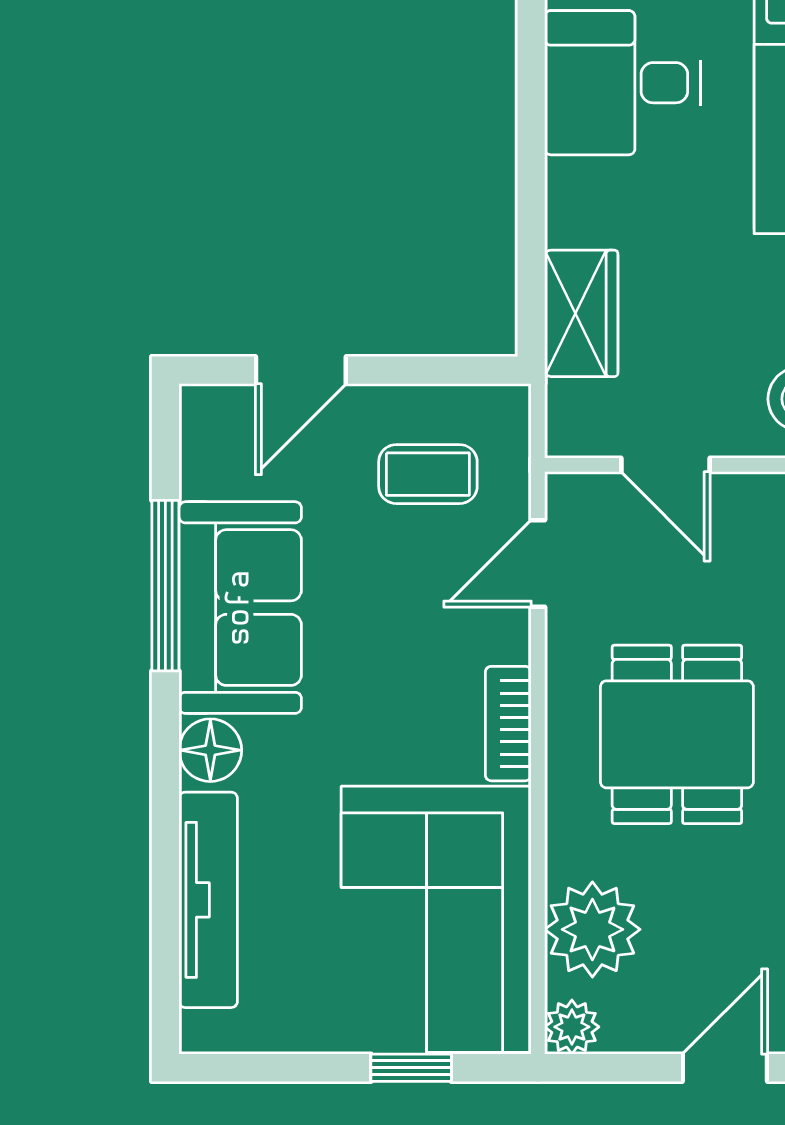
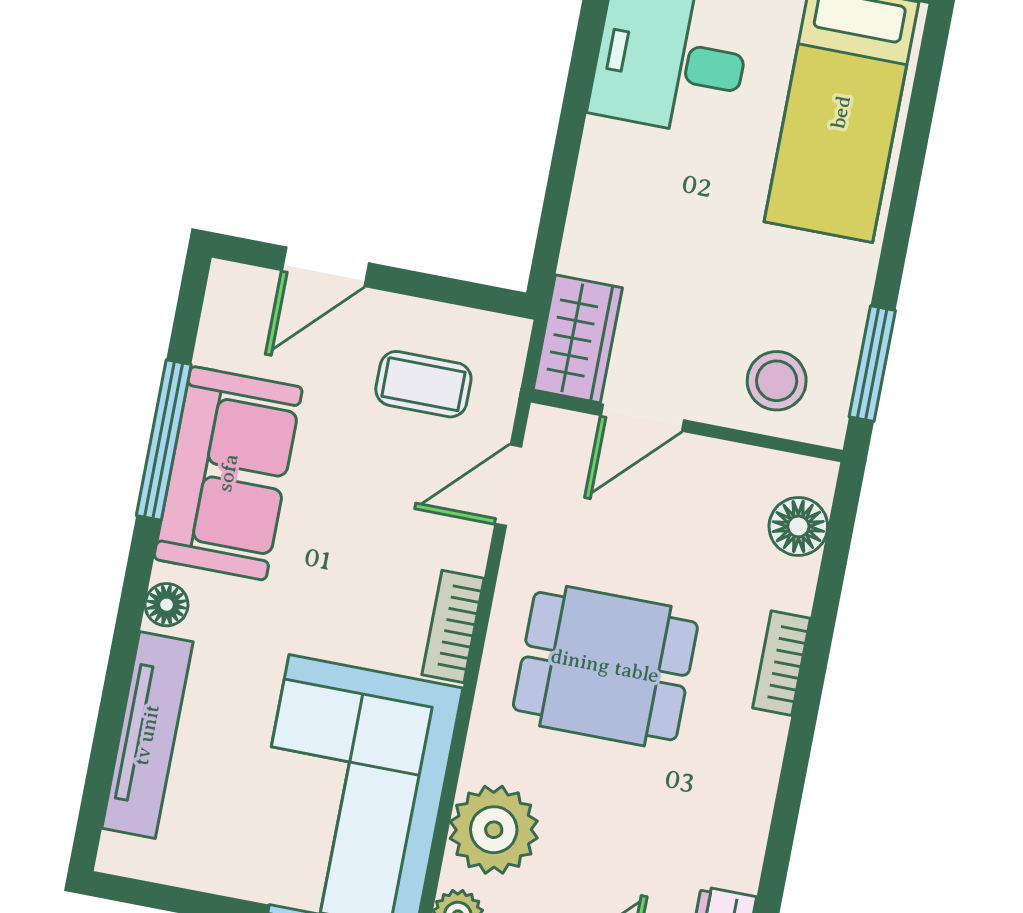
wardrobe: (581, 313) -> (578, 339), moved
door: (666, 465) -> (642, 418), hinge flipped
dining table: (677, 734) -> (605, 666), turned 90
floor lamp: (210, 750) -> (167, 605), width x0.73, depth x0.73

